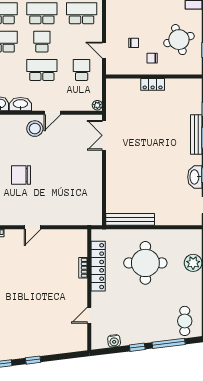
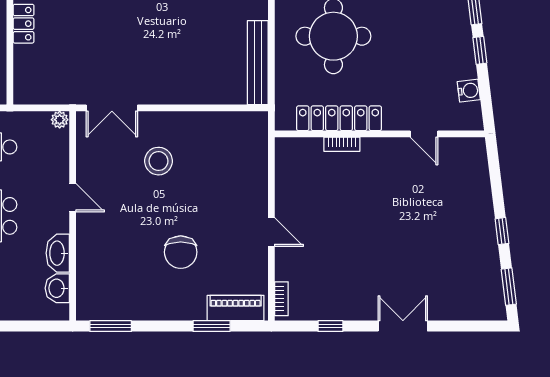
stool: (35, 129) -> (158, 161), moved

